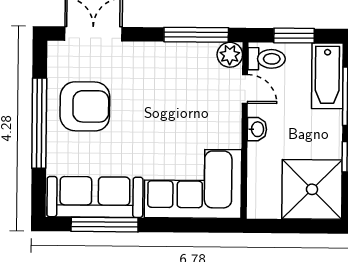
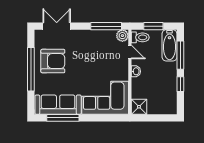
shower: (312, 189) -> (139, 107), moved, width x0.54, depth x0.54

